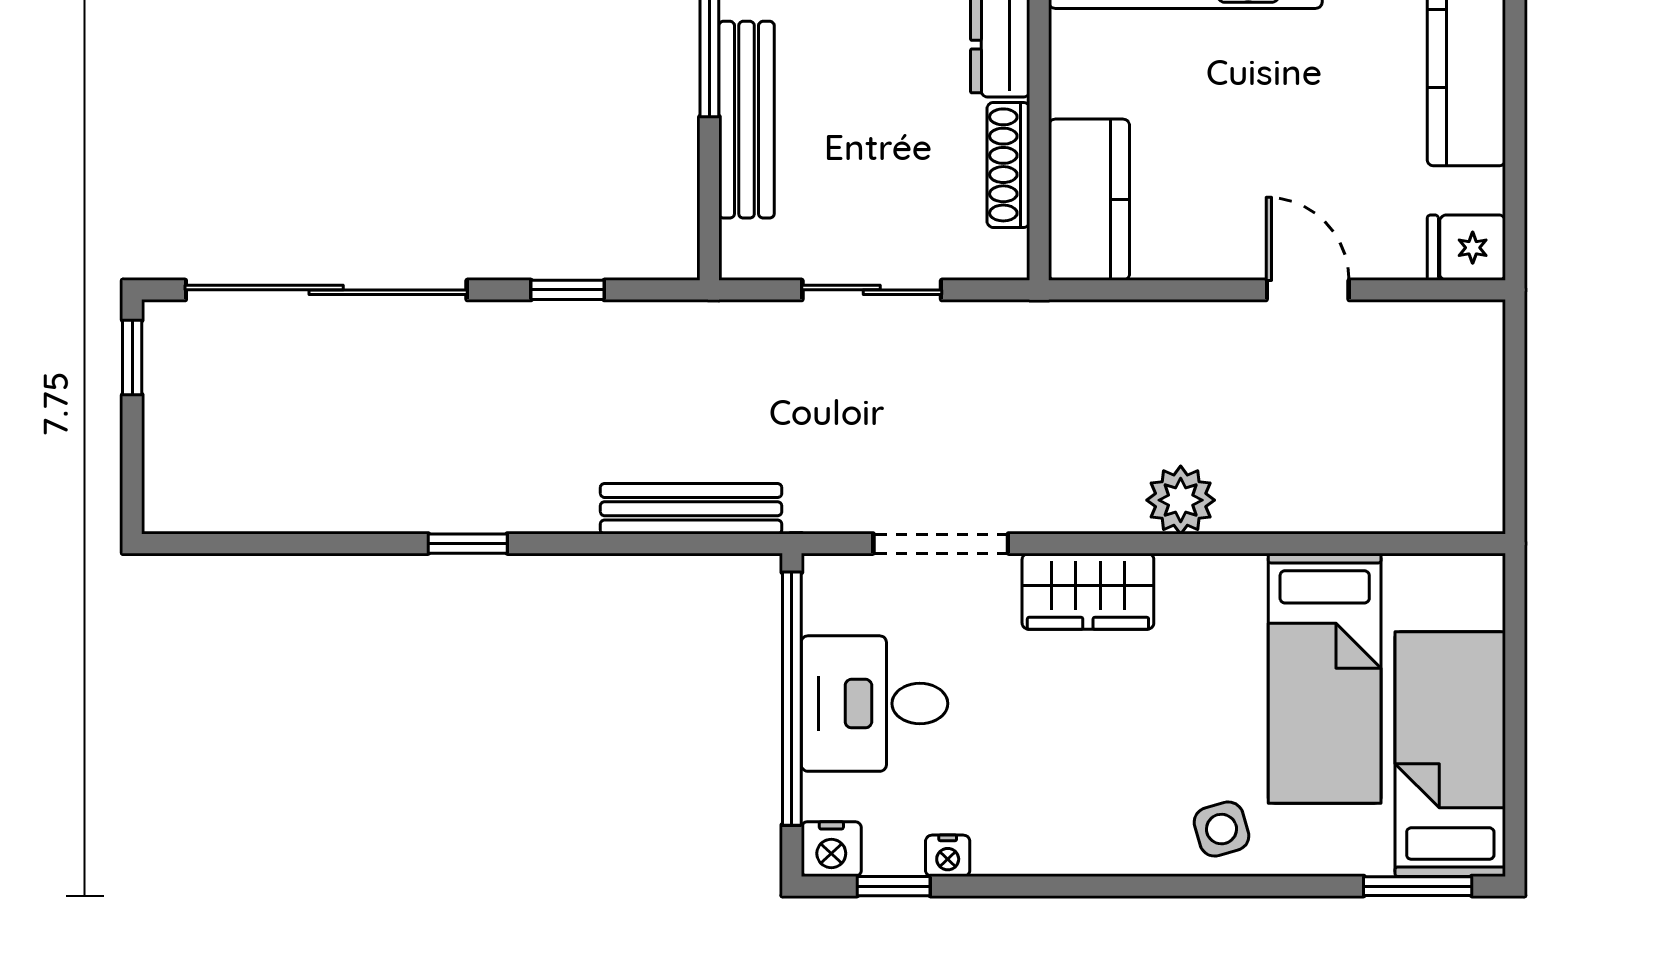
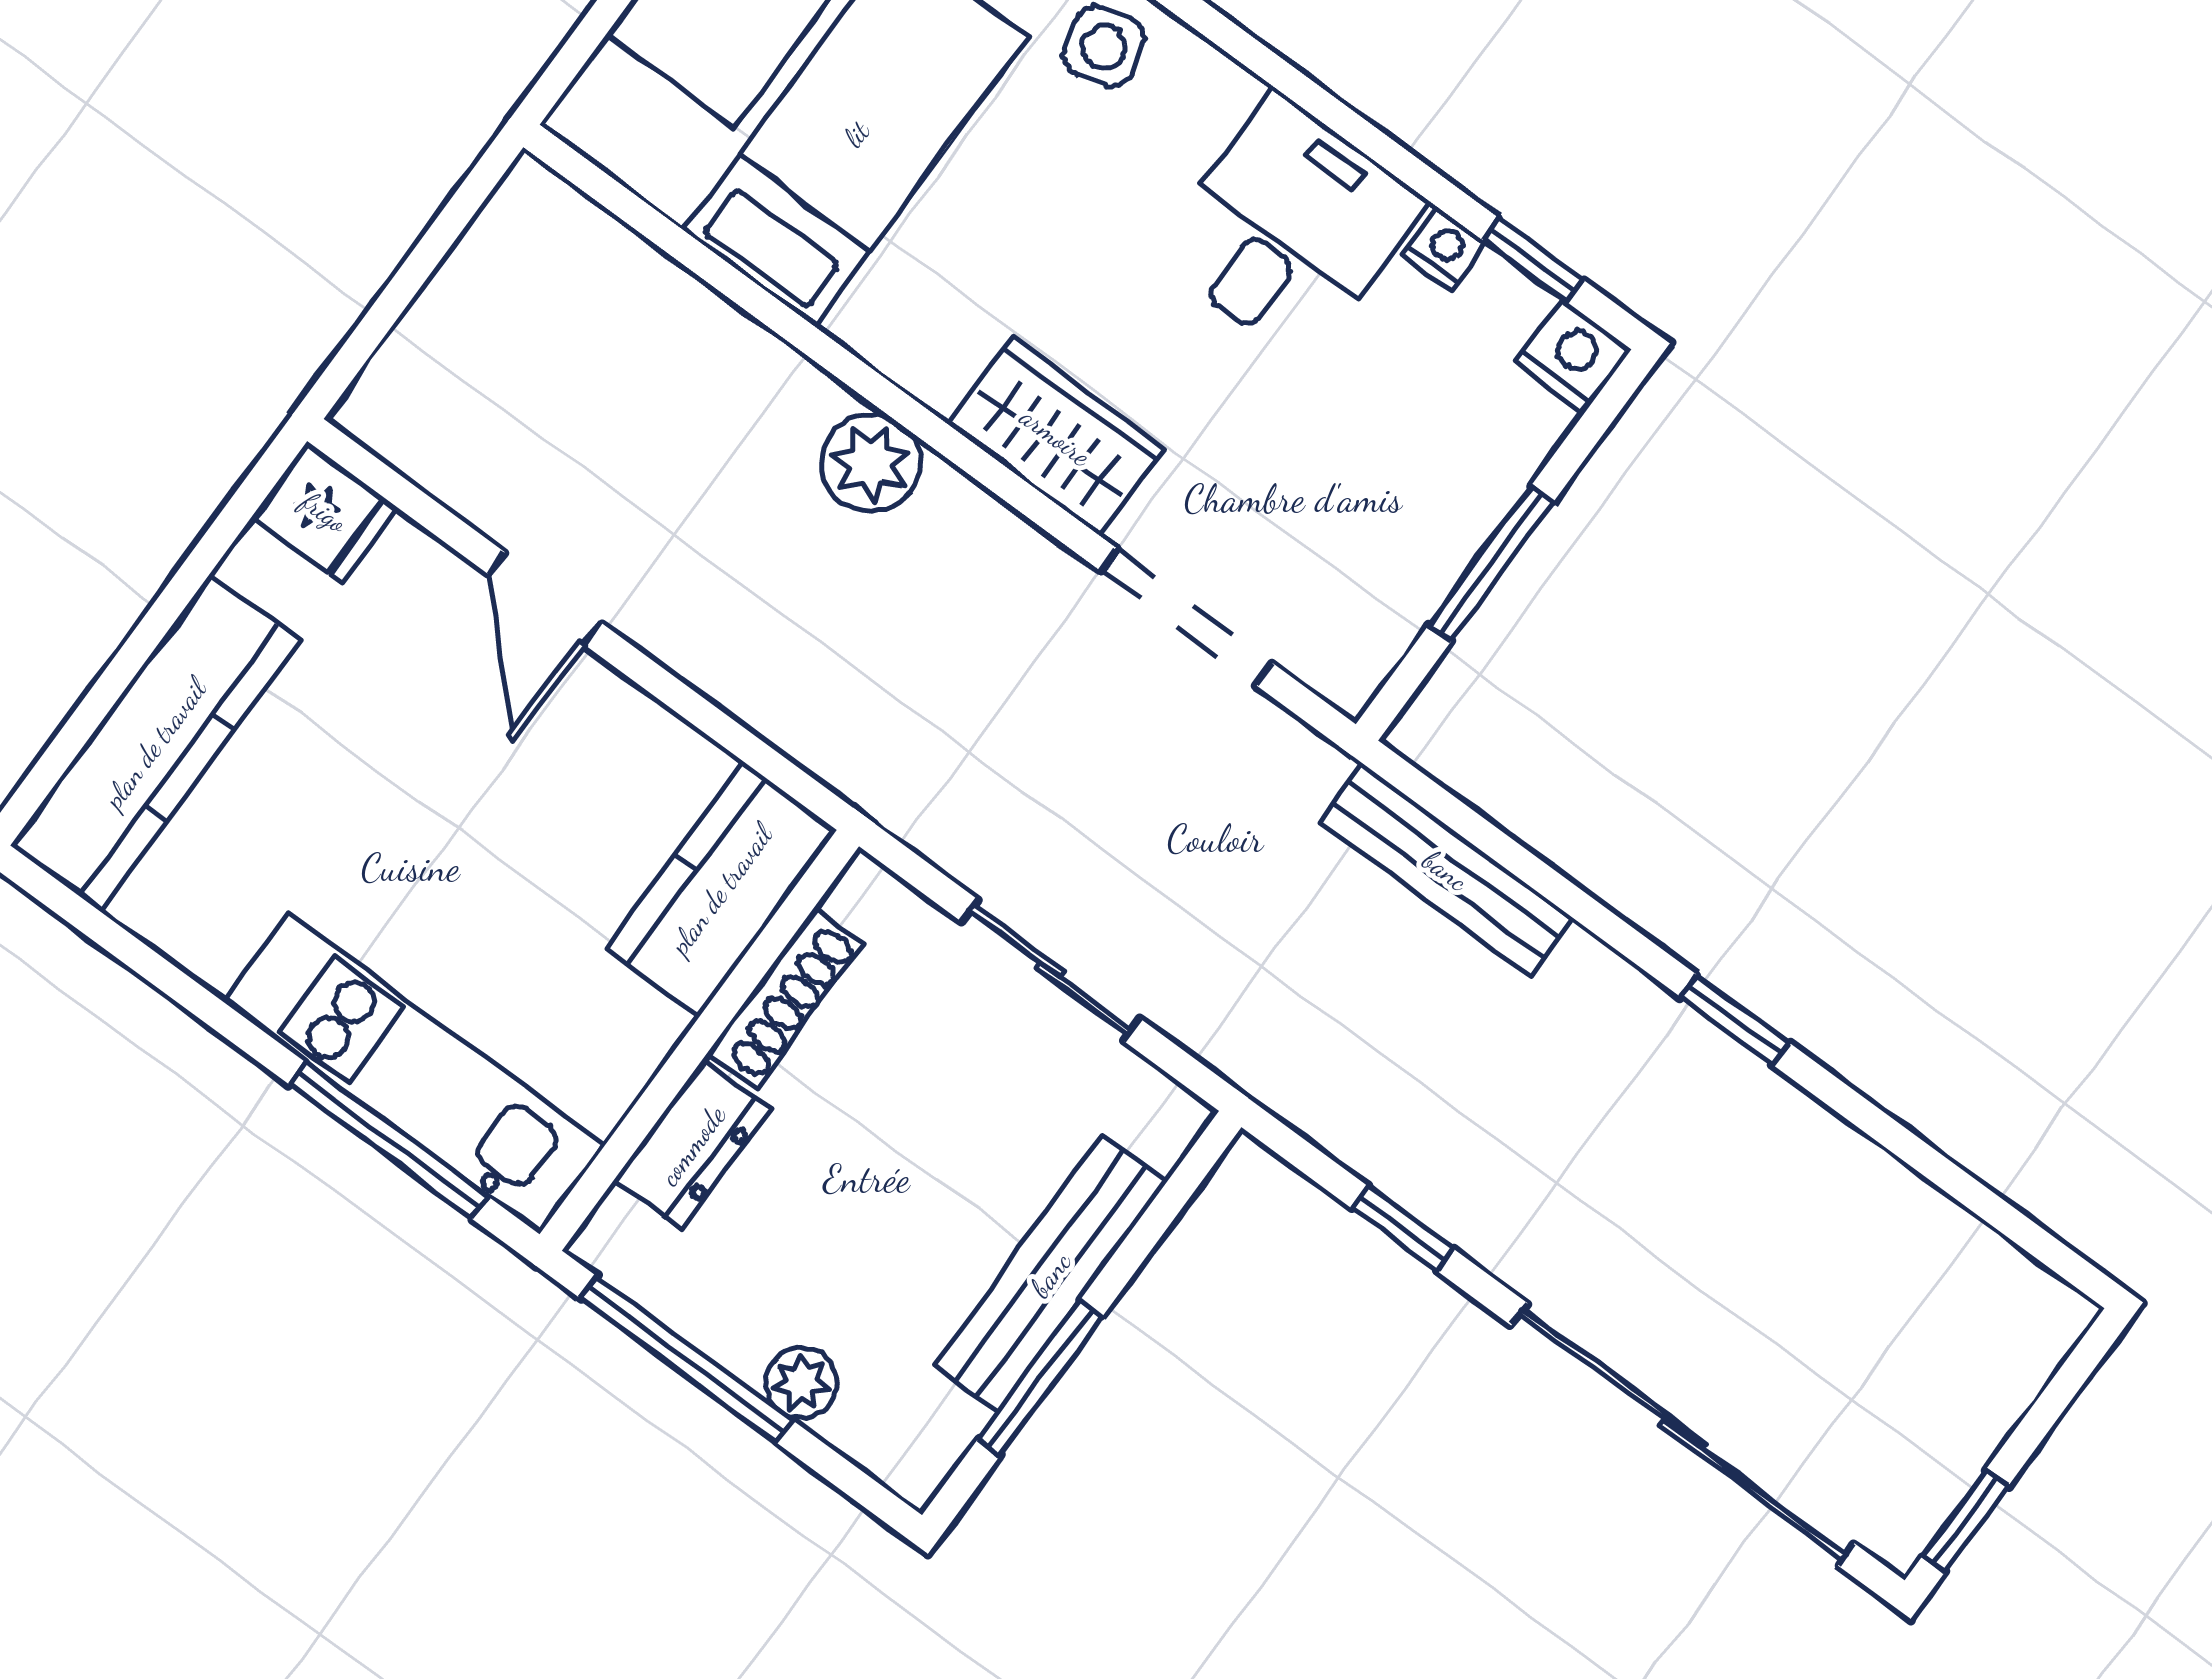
window: (792, 699) -> (1491, 564), width x0.47
desk: (875, 704) -> (1289, 229), moved, turned -90

